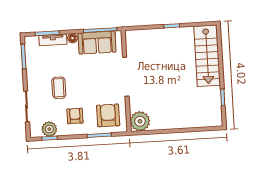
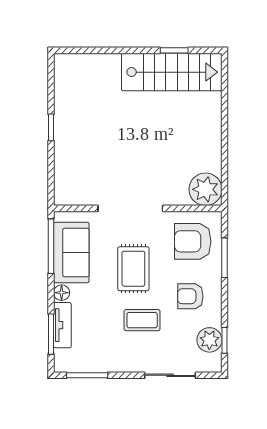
stairs: (207, 56) -> (172, 72), moved
rug: (90, 81) -> (133, 269), added

